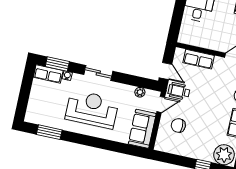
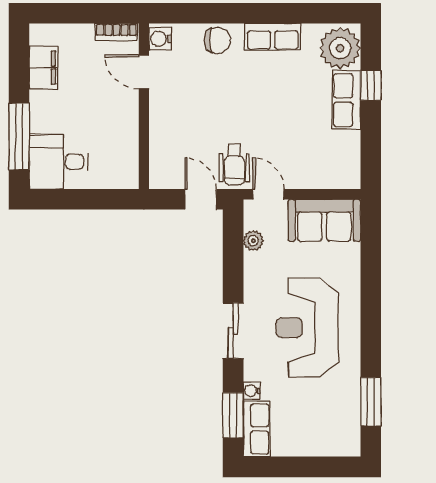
row of seats: (199, 59) -> (346, 100), moved, turned 180
door: (165, 71) -> (201, 199), hinge flipped
chair: (178, 125) -> (302, 151), removed

